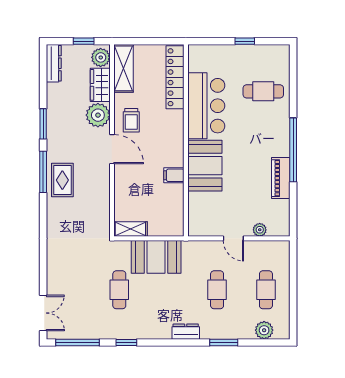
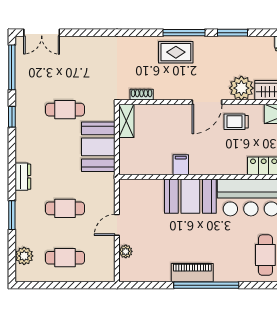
piano: (281, 178) -> (192, 273), moved
shoe rack: (105, 214) -> (142, 95), added

